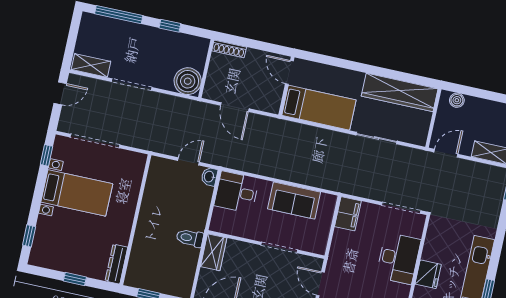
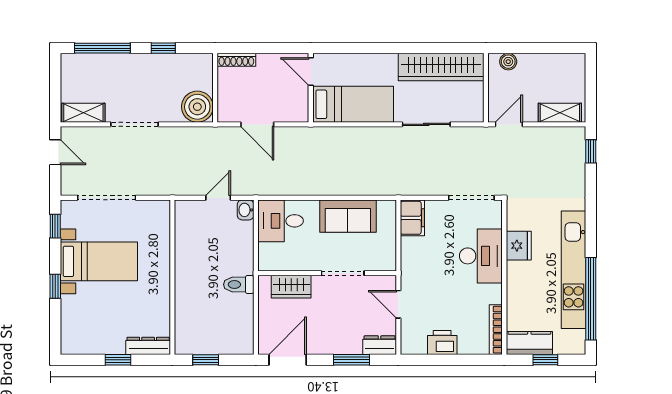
door: (60, 93) -> (55, 152), hinge flipped
window: (29, 236) -> (55, 286), moved
wardrobe: (214, 252) -> (291, 287), moved, turned 90
dresser: (116, 264) -> (148, 346), moved, turned 90
fridge: (428, 274) -> (519, 246), moved

